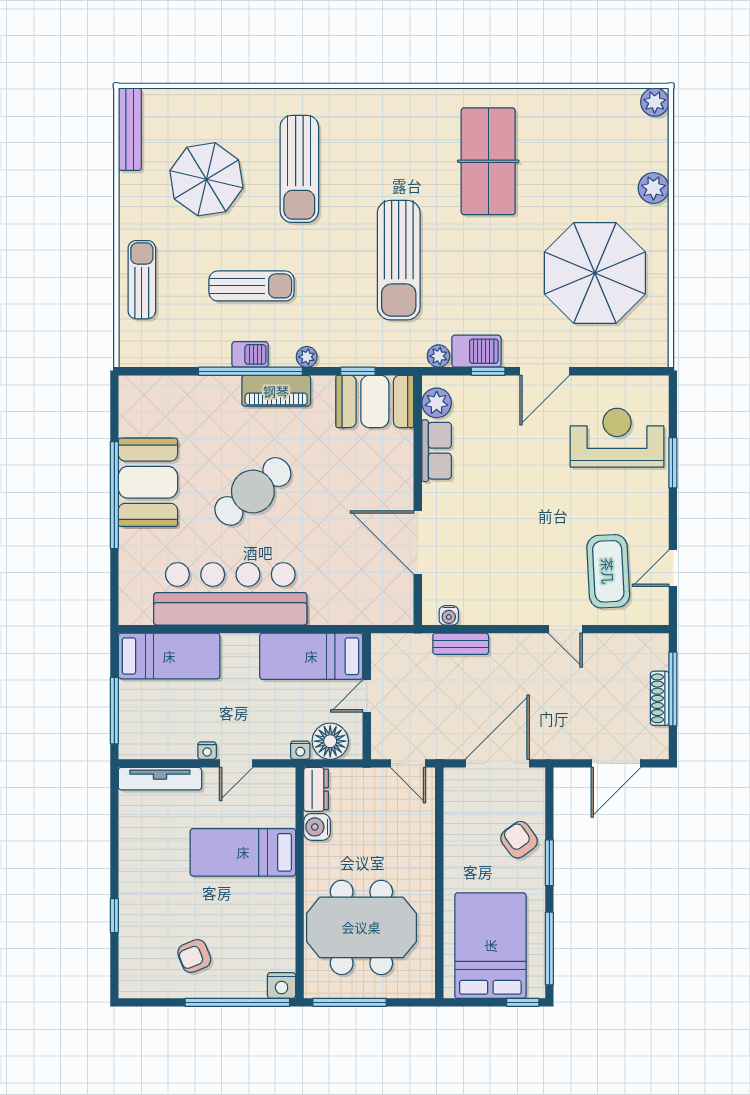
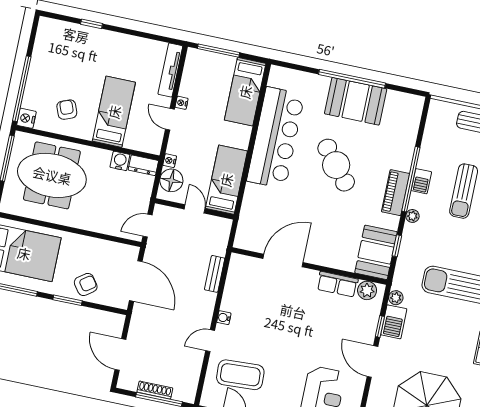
water cooler: (449, 615) -> (224, 318), moved
meeting table: (361, 927) -> (52, 175), turned 90
armchair: (194, 956) -> (67, 110), moved

